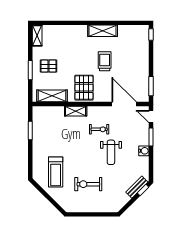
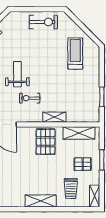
shelving: (103, 31) -> (41, 201), moved
trolley: (105, 61) -> (71, 189), moved
exercise bike: (88, 184) -> (43, 22), moved

